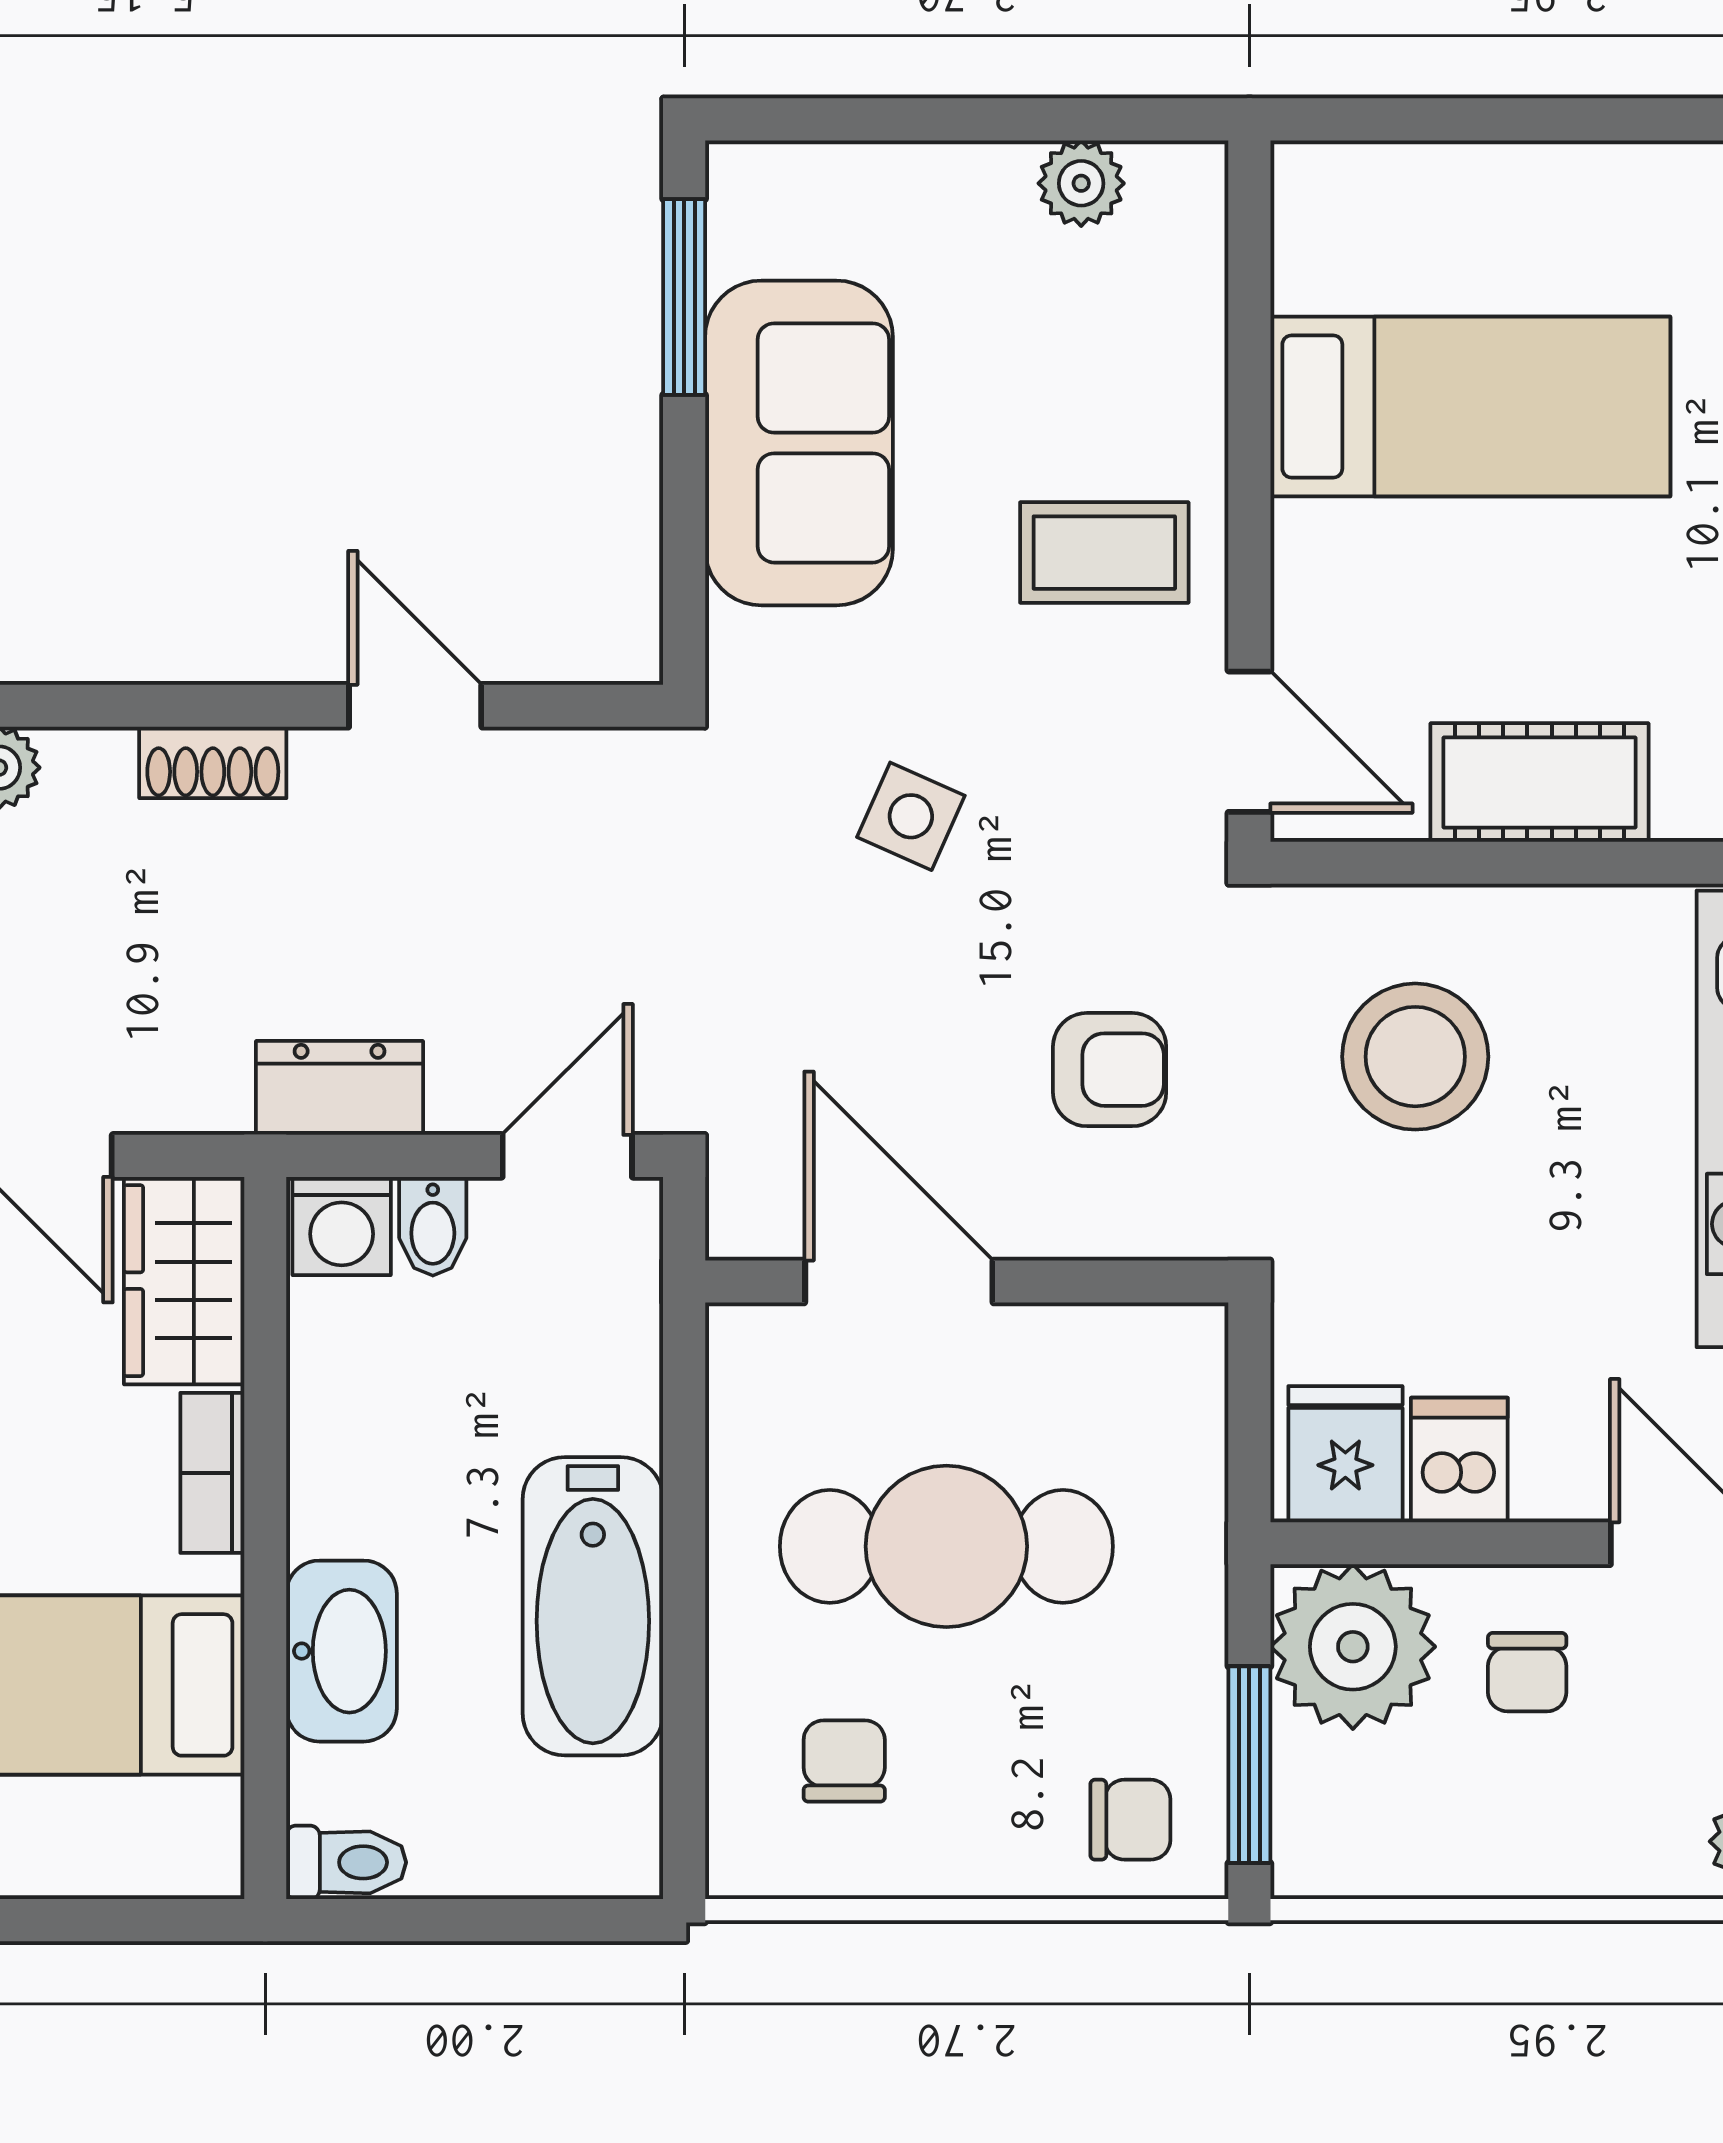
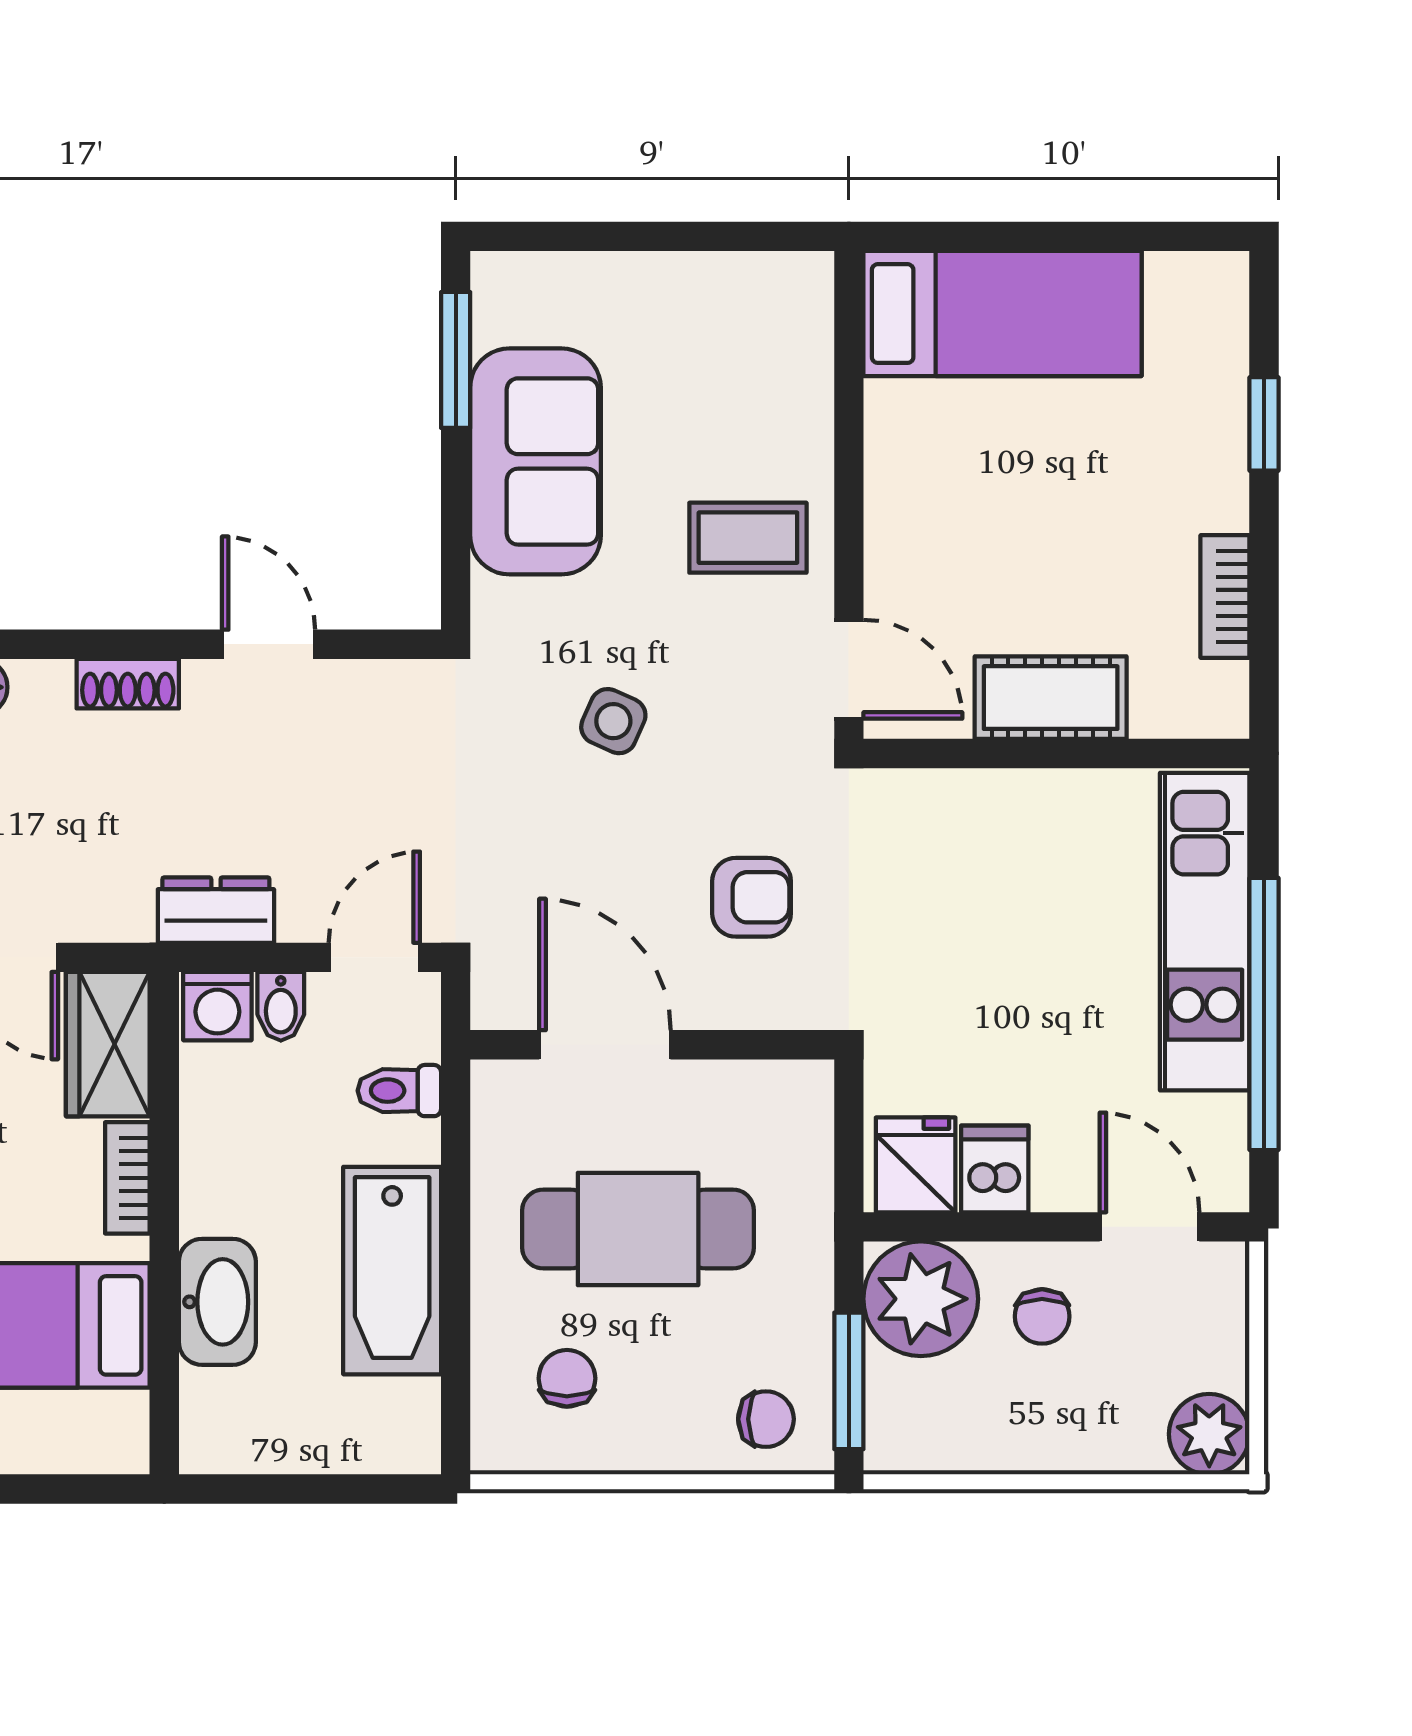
plant: (1081, 183) -> (732, 281), removed
bed: (1470, 406) -> (1003, 314), moved
stool: (1415, 1057) -> (964, 888), removed
toilet: (346, 1862) -> (399, 1091), moved, turned 180

